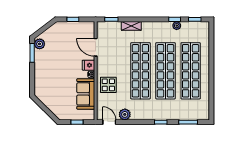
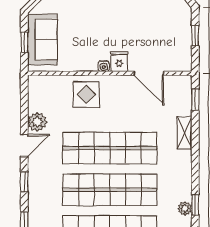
door: (96, 47) -> (149, 73), swing flipped
sofa: (86, 94) -> (42, 39), moved, turned 90
door: (109, 122) -> (24, 146), moved

